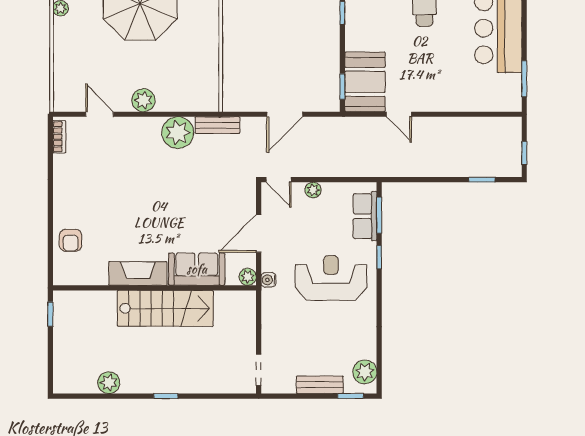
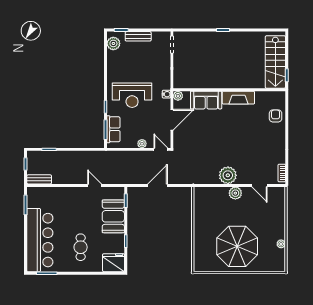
booth: (365, 82) -> (113, 216), moved
bench: (217, 125) -> (39, 179), moved
plant: (178, 133) -> (228, 175), moved
stairs: (165, 308) -> (275, 62), moved, turned -90
plant: (109, 383) -> (254, 37), removed

